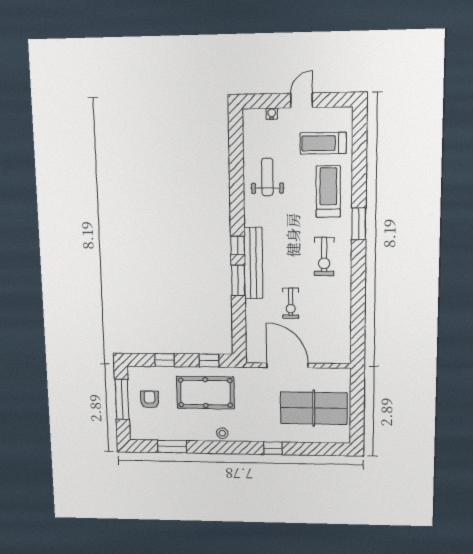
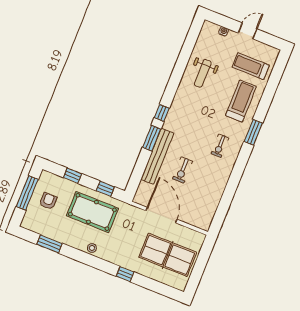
weight bench: (267, 177) -> (203, 73), turned 180
exercise bike: (324, 256) -> (220, 146), width x0.73, depth x0.72
bench: (253, 263) -> (157, 156), moved

